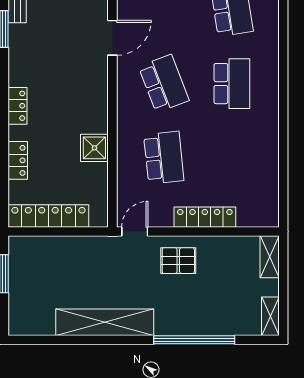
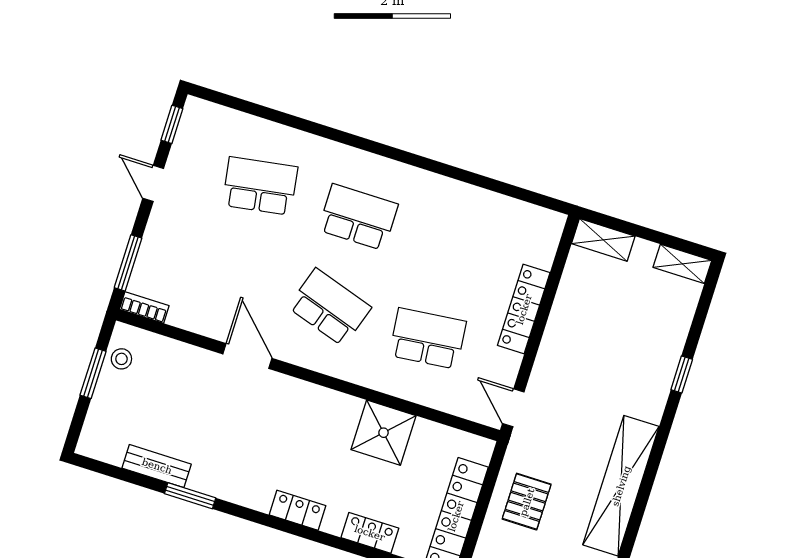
school desk: (164, 84) -> (330, 307), turned 39
shower: (94, 148) -> (384, 433), width x1.36, depth x1.36
pallet: (178, 261) -> (527, 502), moved
window: (194, 340) -> (682, 375), width x0.32

